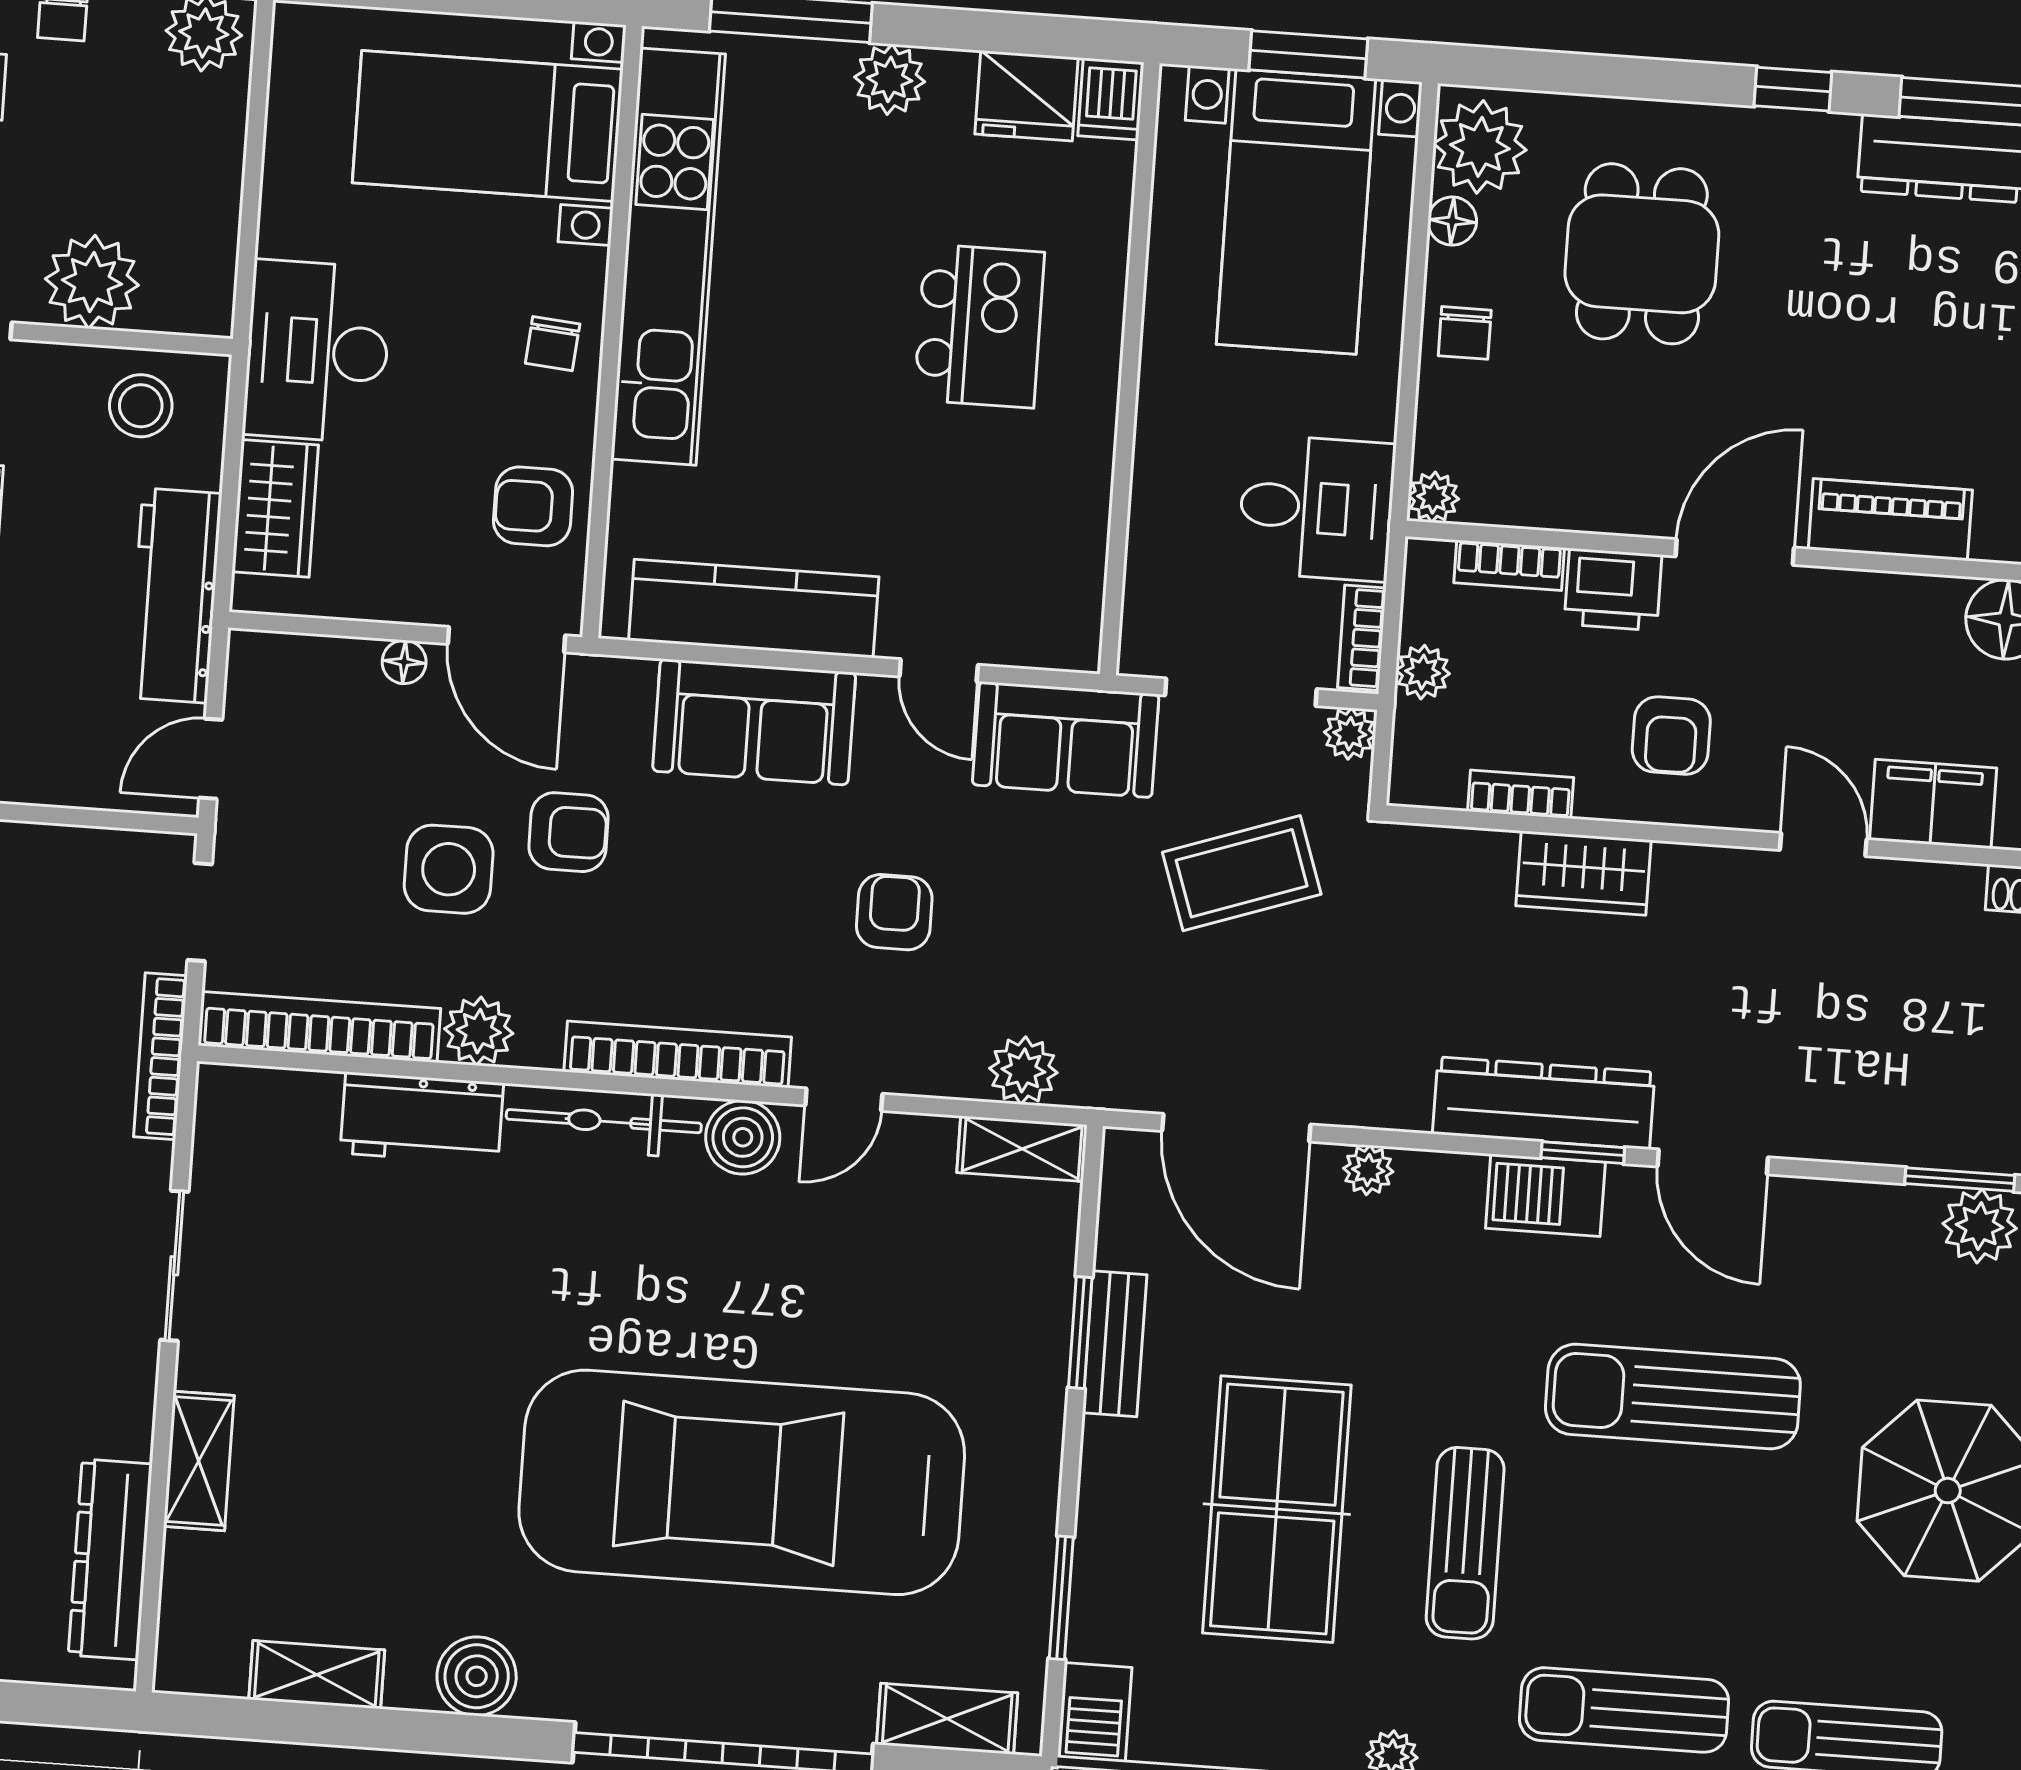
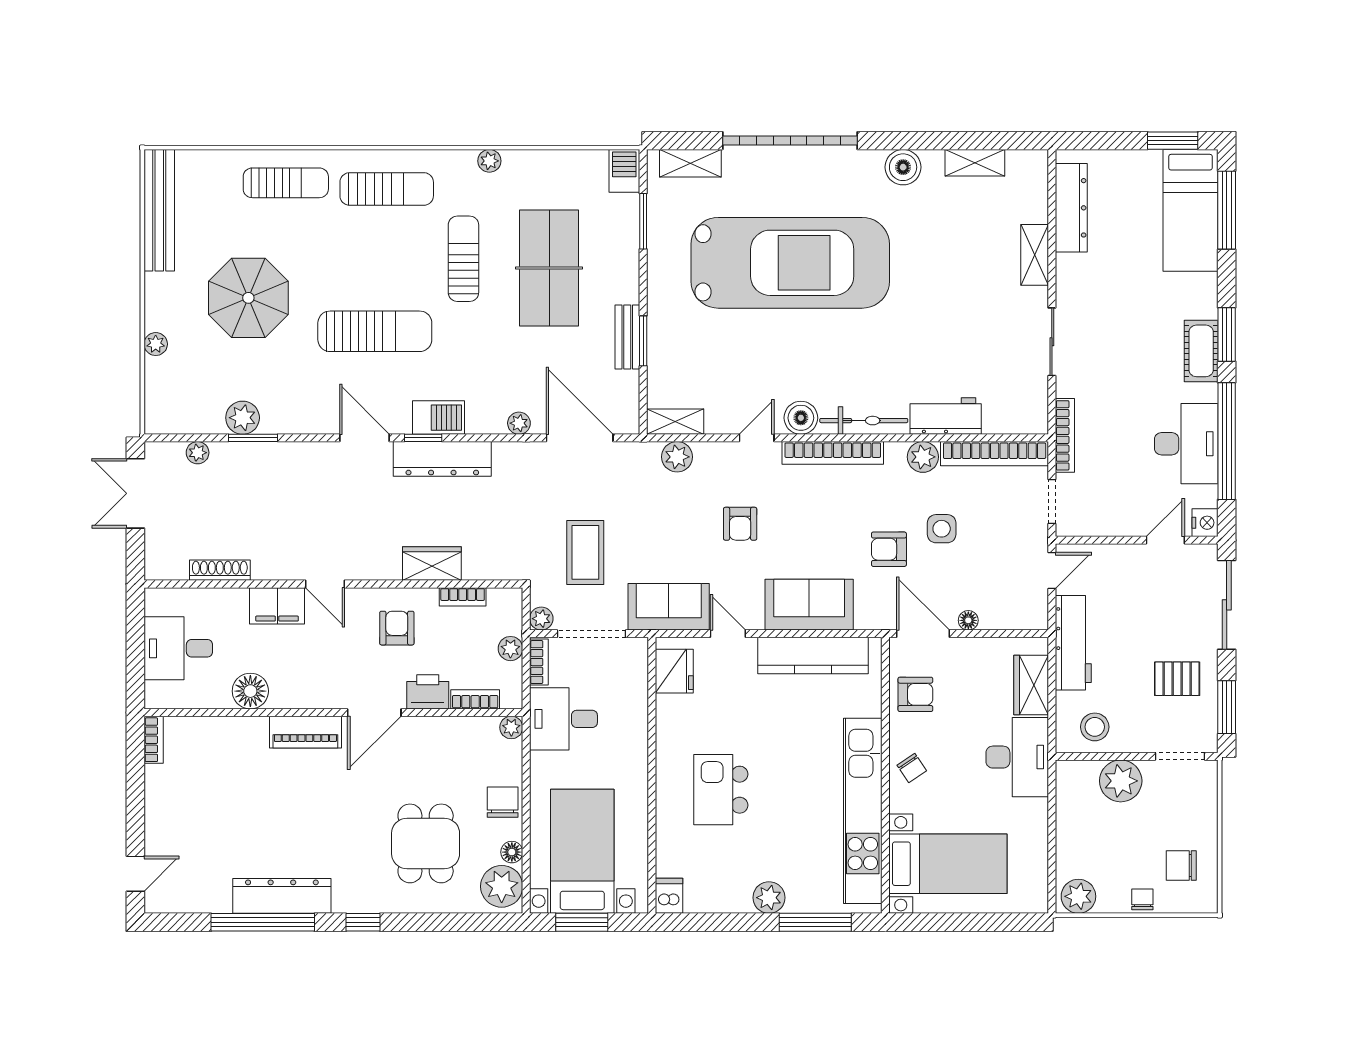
fridge: (1027, 96) -> (674, 671), moved, turned 90
chair: (1465, 333) -> (503, 802), width x1.37, depth x1.37
chair: (553, 344) -> (912, 768), turned 141
side table: (449, 869) -> (942, 529), width x0.73, depth x0.73
coffee table: (1242, 873) -> (585, 552), turned -71

